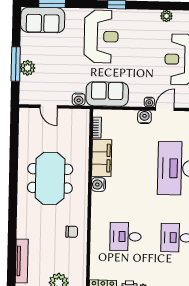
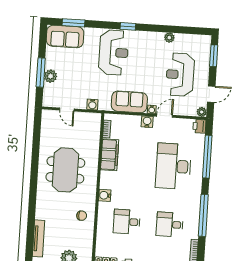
sofa: (107, 94) -> (129, 102), moved
water cooler: (98, 185) -> (105, 195), moved

